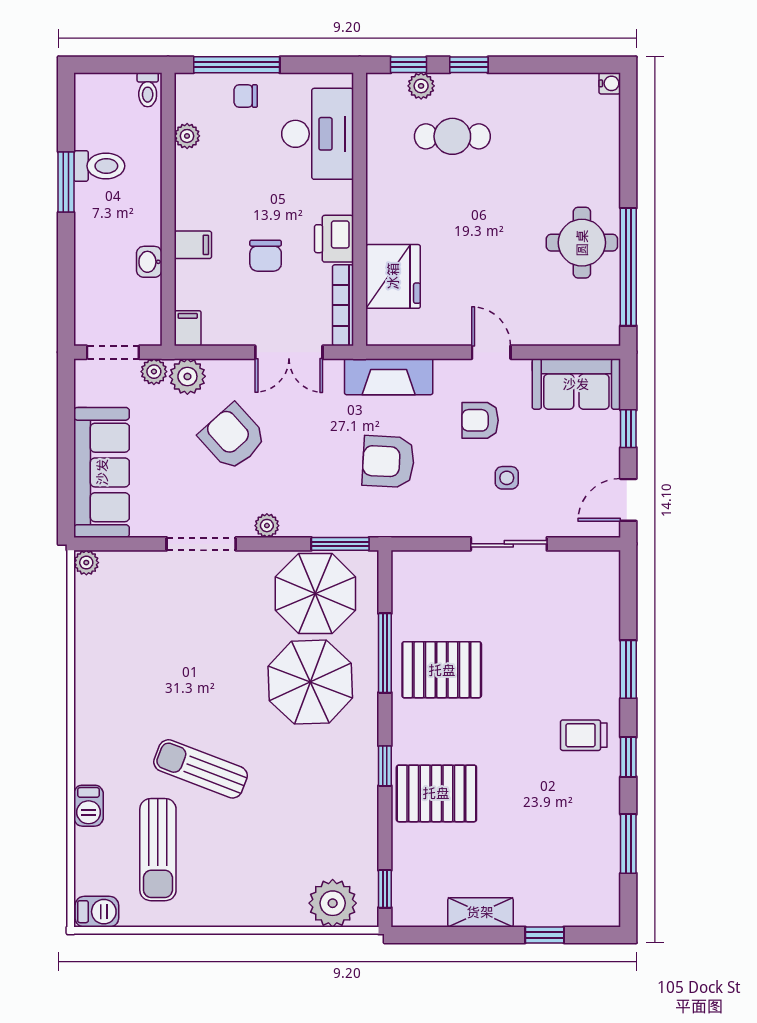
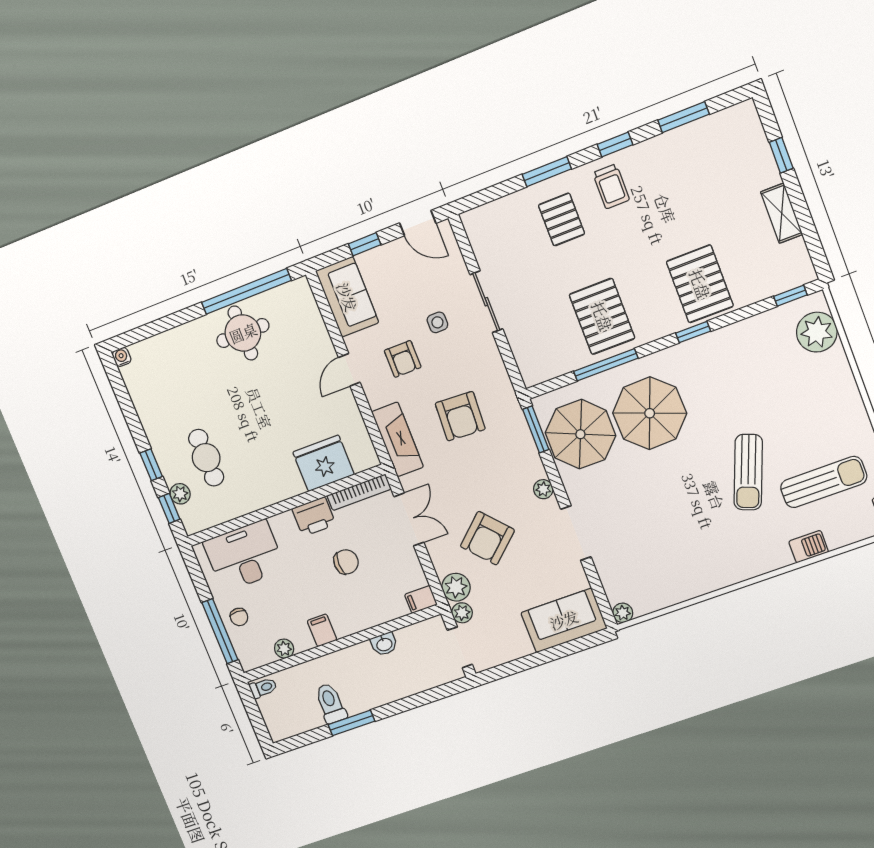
filing cabinet: (193, 245) -> (322, 630), moved
sofa: (102, 472) -> (564, 620), width x0.73
pallet: (569, 666) -> (562, 219), added

